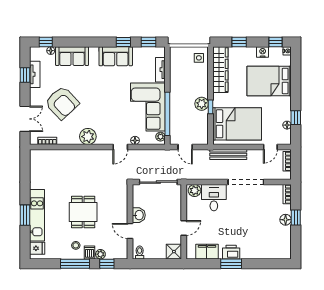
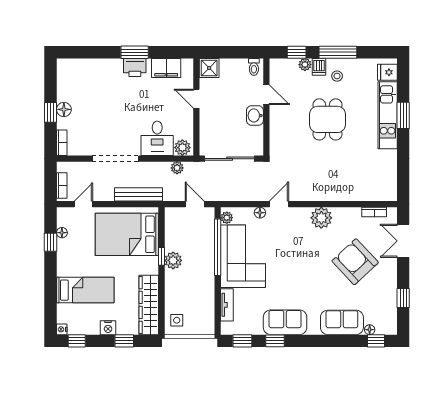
nightstand: (263, 52) -> (108, 328), moved
tv unit: (35, 74) -> (390, 299), removed
bed: (269, 81) -> (85, 290), width x0.67
plant: (199, 175) -> (177, 168), added
door: (184, 228) -> (196, 99), hinge flipped

